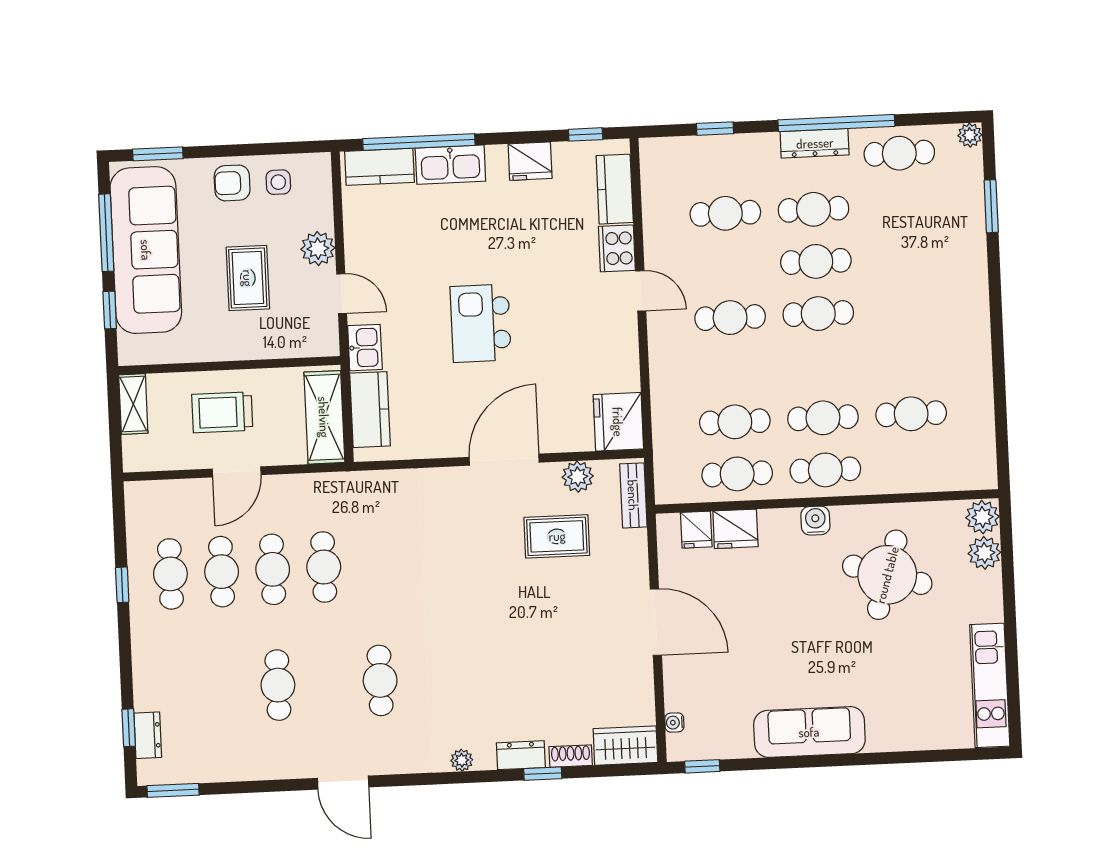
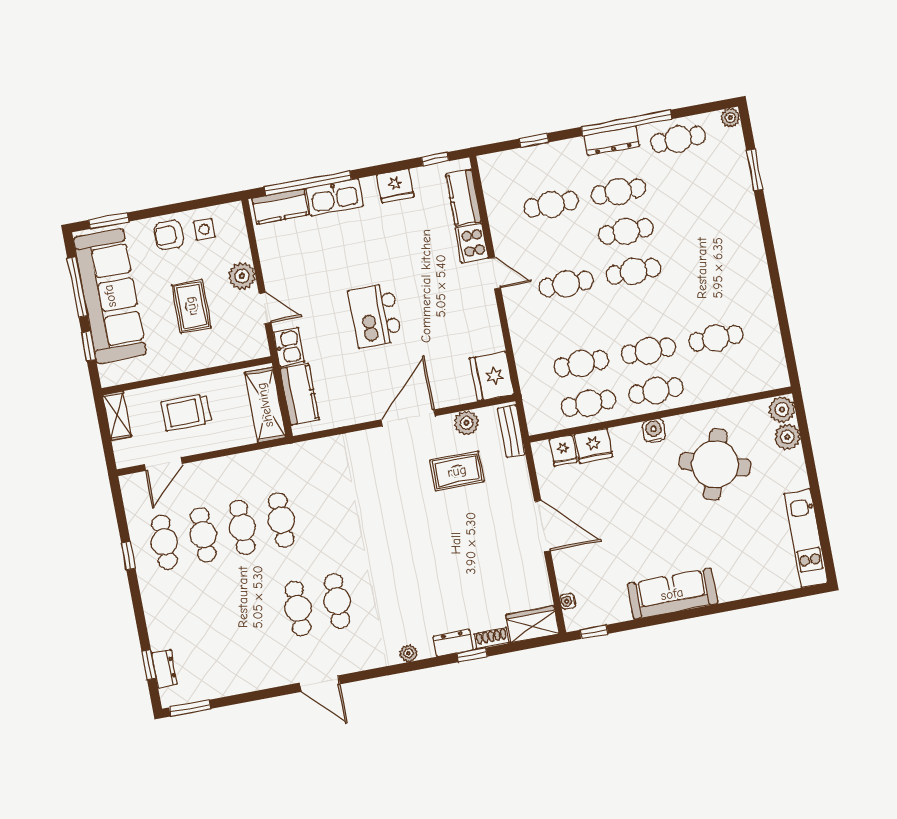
door: (237, 472) -> (163, 464), moved
cafe table: (278, 685) -> (298, 608), moved

